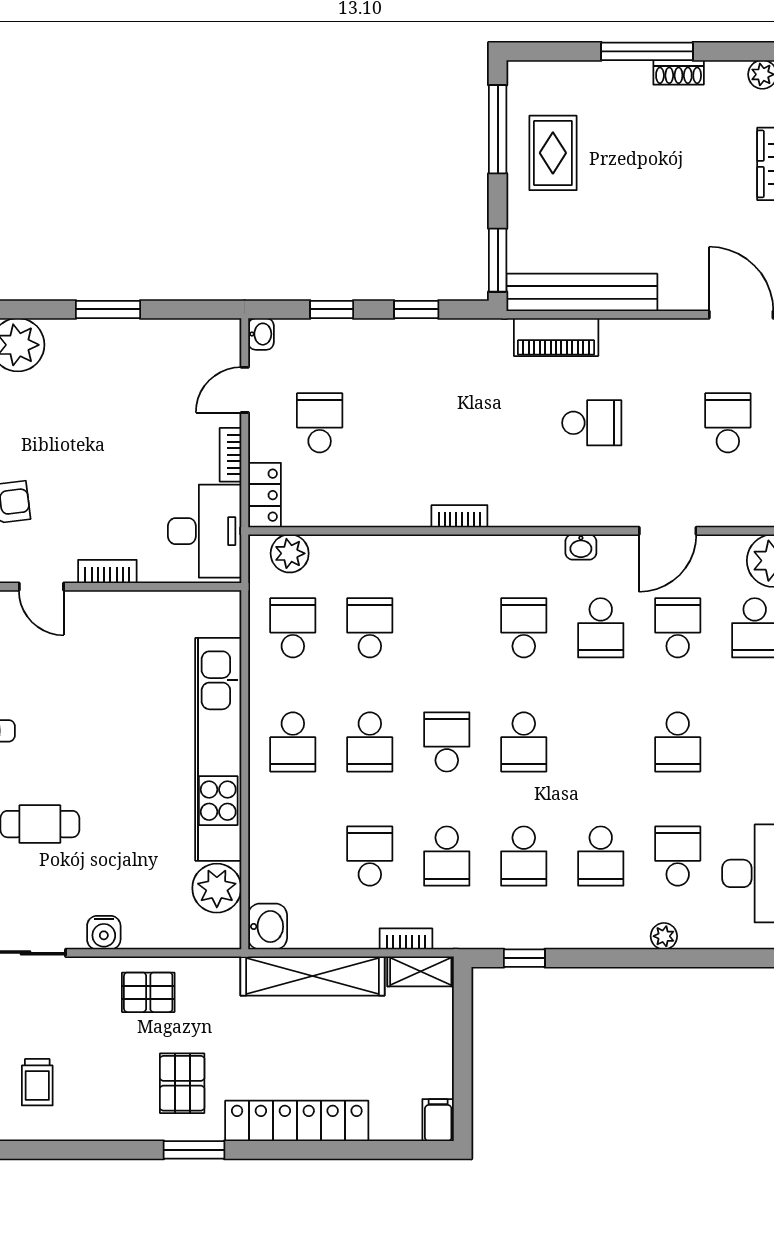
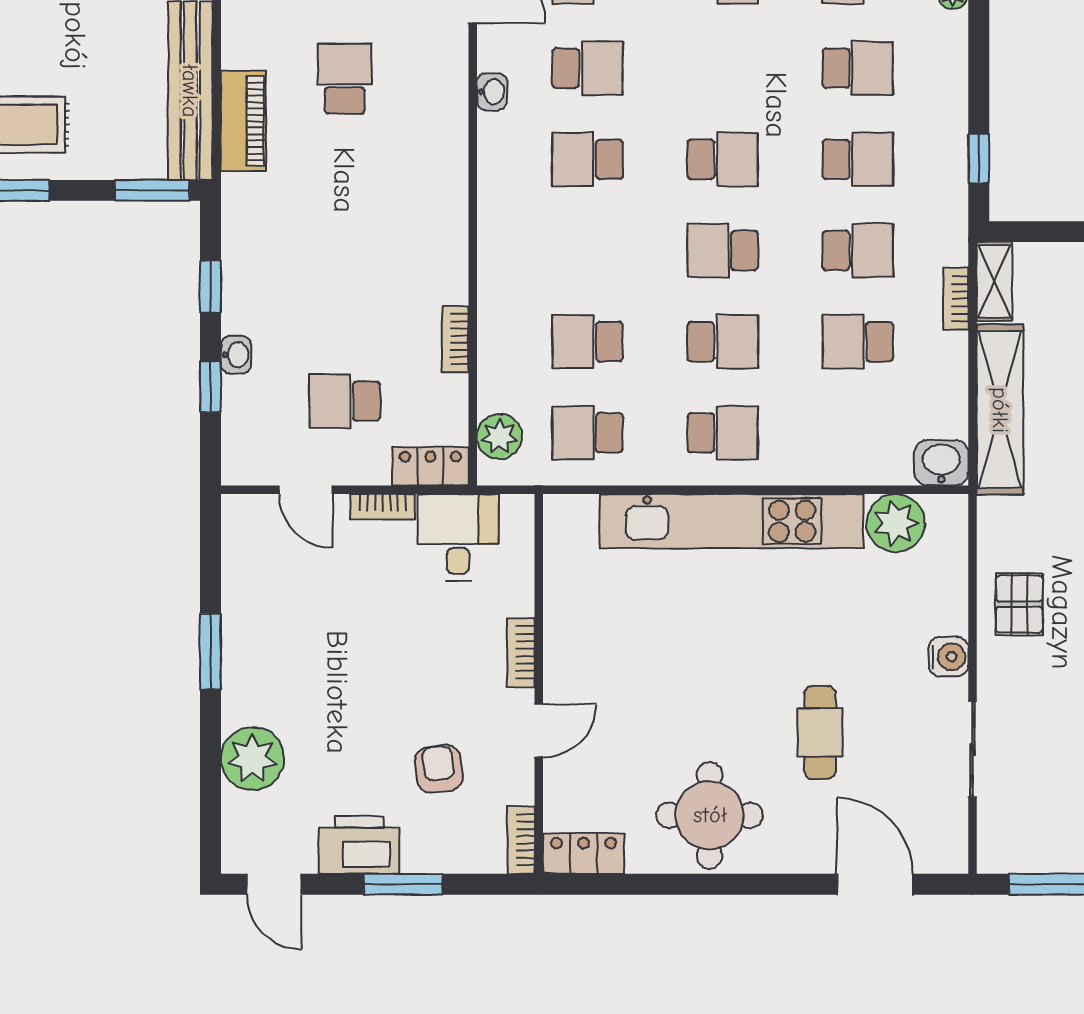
washbasin: (261, 334) -> (236, 355), moved, turned 90
bookcase: (459, 516) -> (455, 339), moved
desk: (205, 531) -> (458, 537), width x0.73

